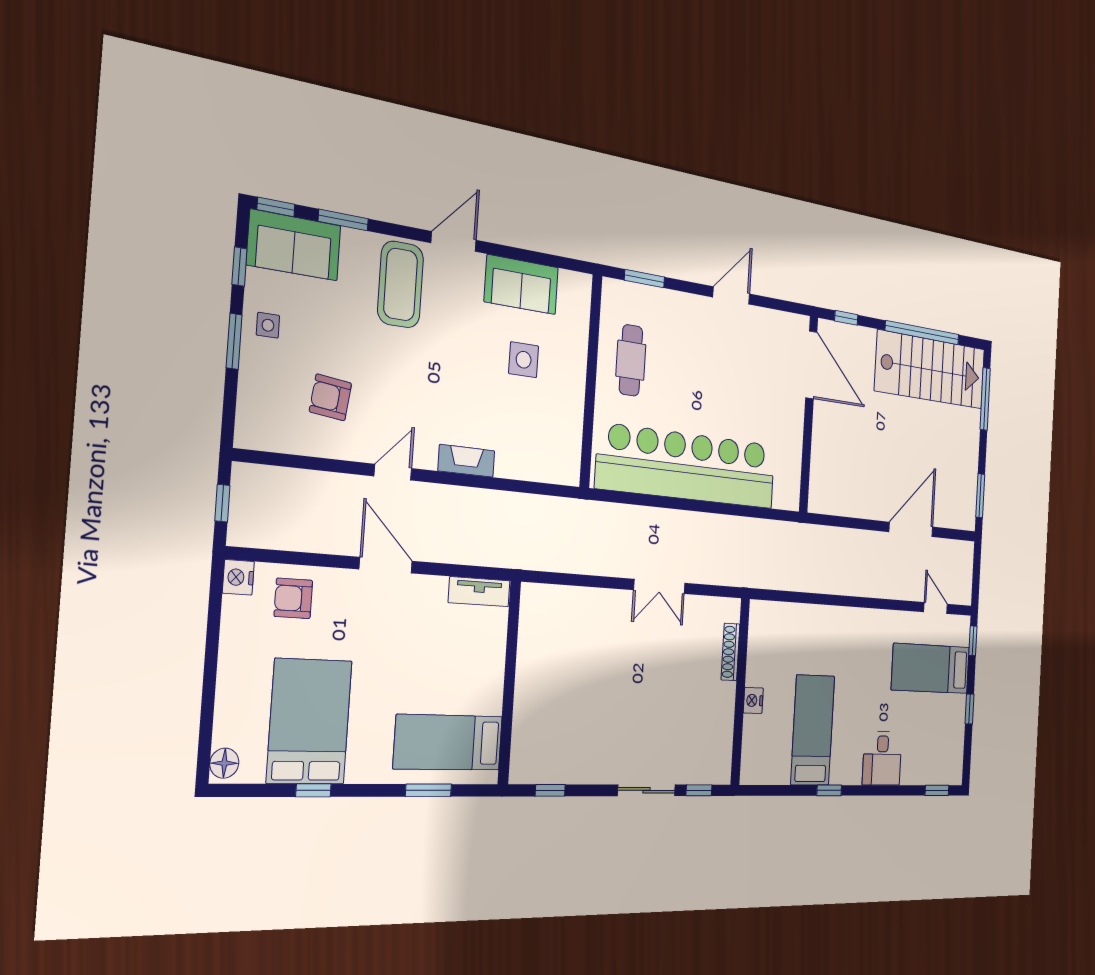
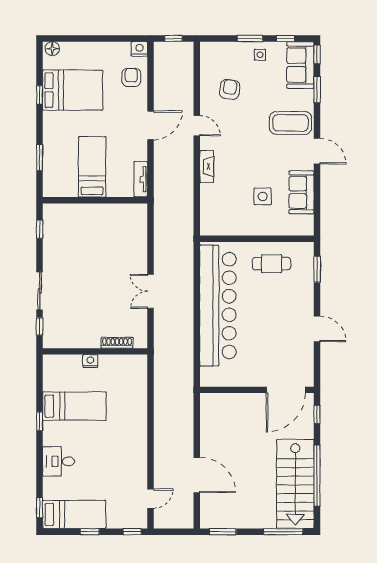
bed: (931, 668) -> (74, 514), moved, turned 90
bed: (448, 742) -> (92, 167), moved

